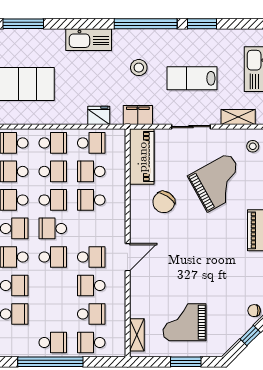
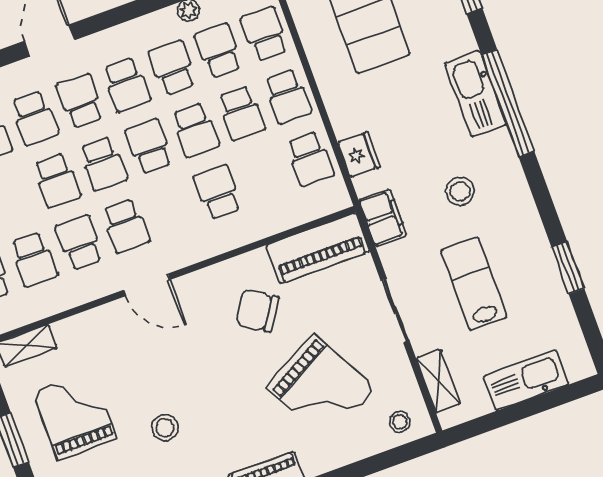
window: (146, 24) -> (508, 103), moved
school desk: (91, 171) -> (57, 180), moved, turned 180
stool: (209, 276) -> (165, 428), added

